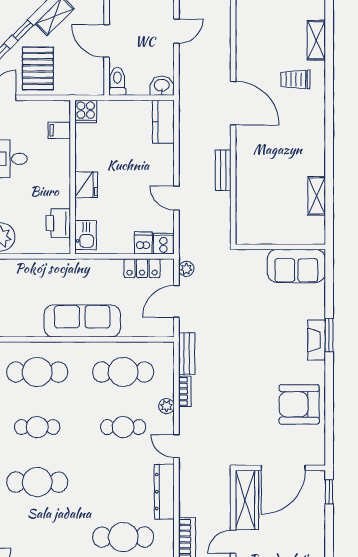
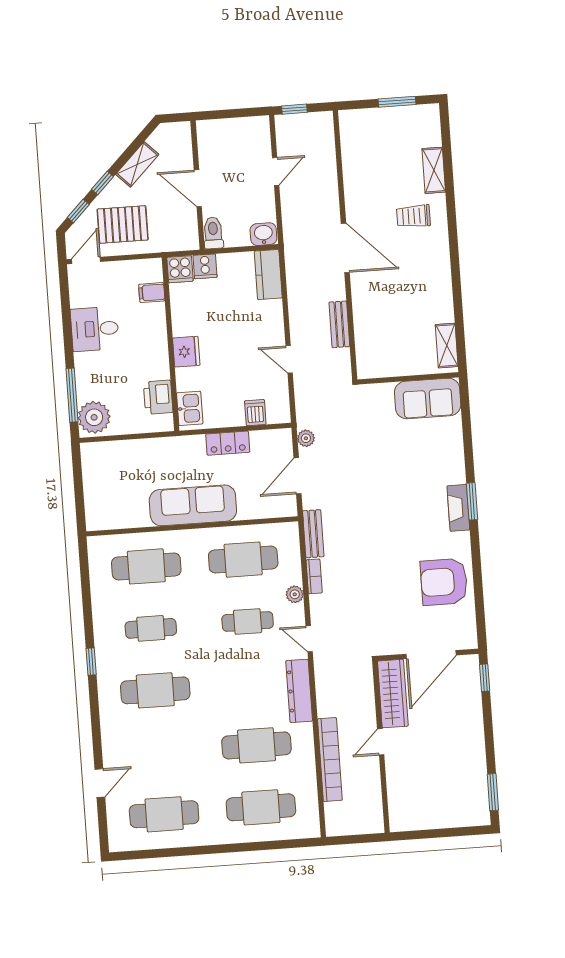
pallet: (38, 68) -> (123, 225), turned 90
cooker: (163, 244) -> (205, 266), moved, turned 180
wall: (280, 247) -> (408, 378), moved
sofa: (296, 266) -> (428, 398), moved
locker: (142, 268) -> (228, 443), moved

